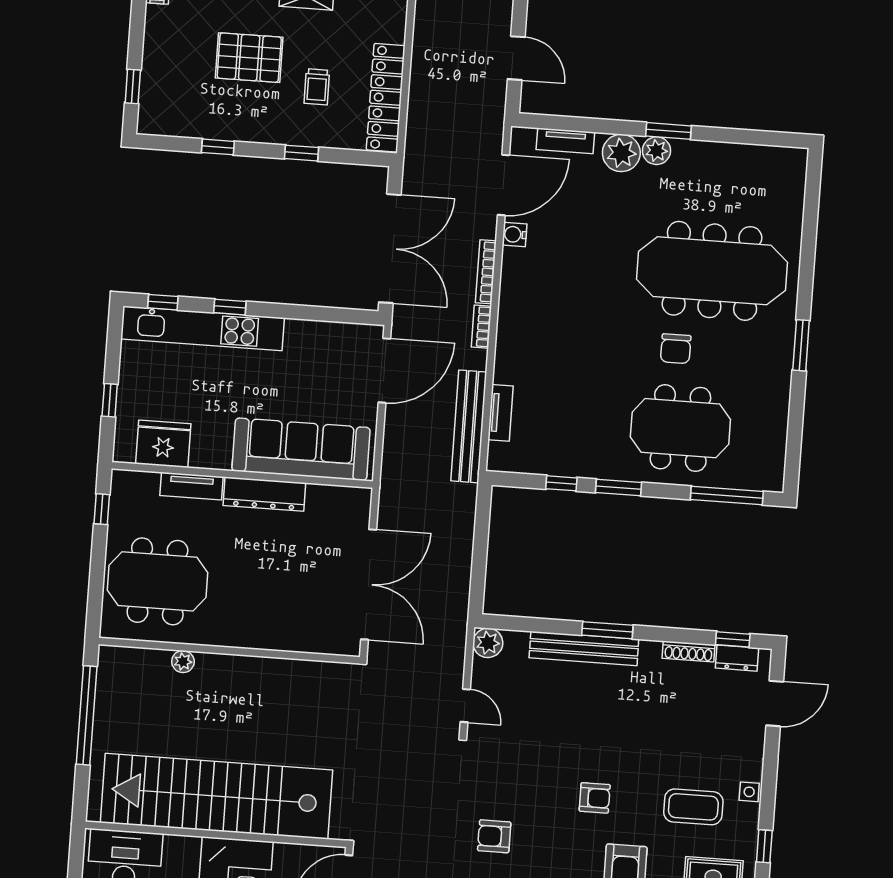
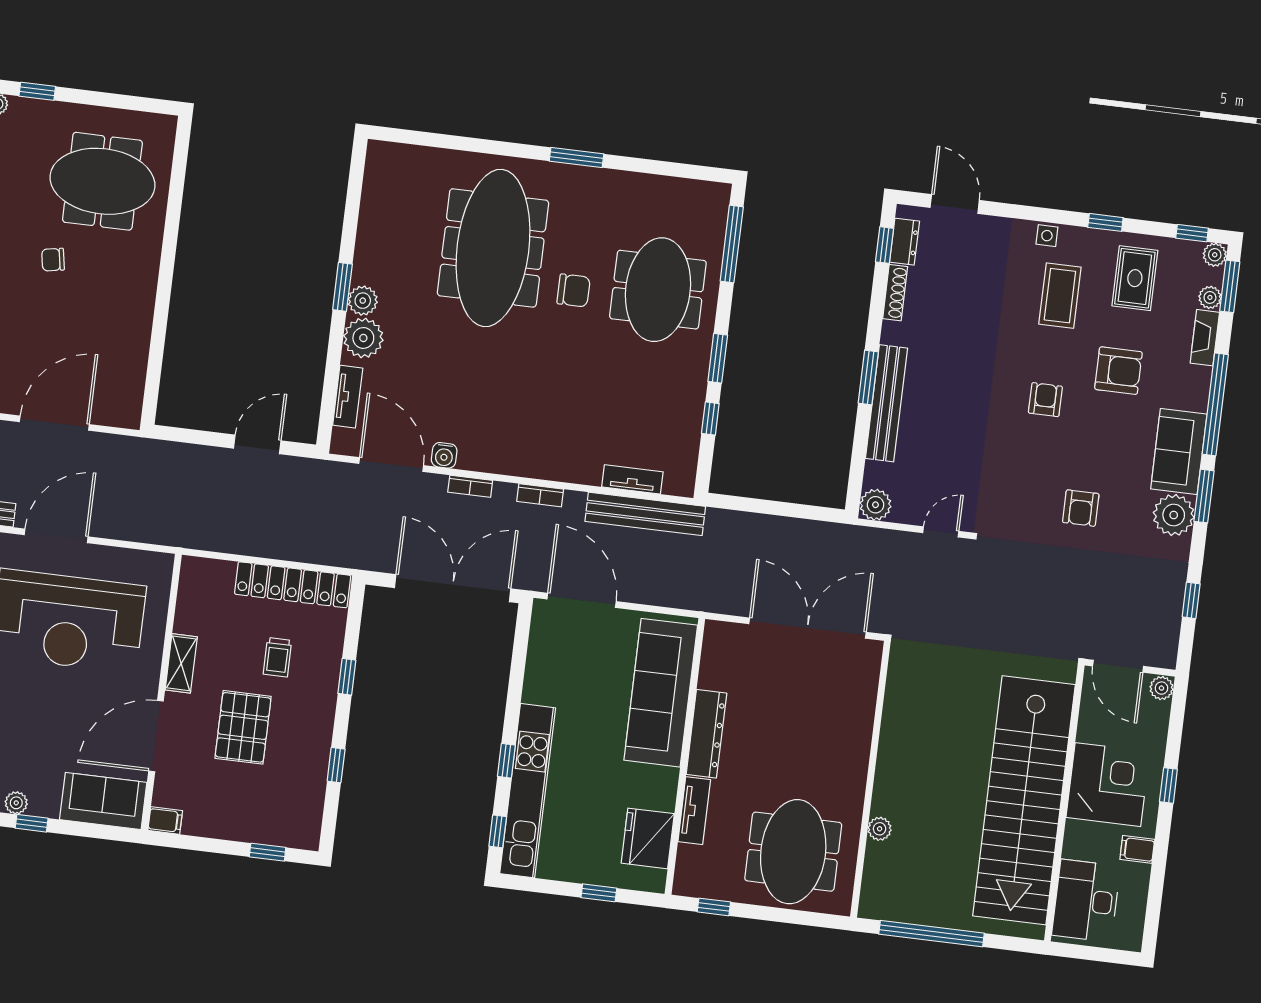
trolley: (317, 87) -> (277, 657), turned 90
bookcase: (486, 272) -> (470, 486), width x0.64

